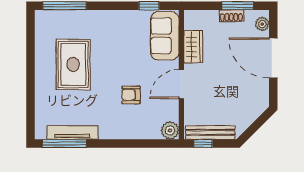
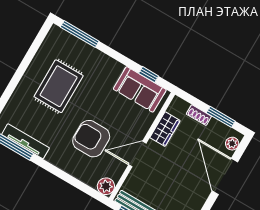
shoe rack: (231, 16) -> (199, 115), moved
sofa: (165, 36) -> (140, 89), moved, turned -90
armchair: (131, 95) -> (91, 139), width x1.88, depth x1.88

